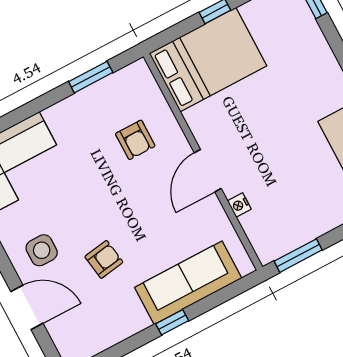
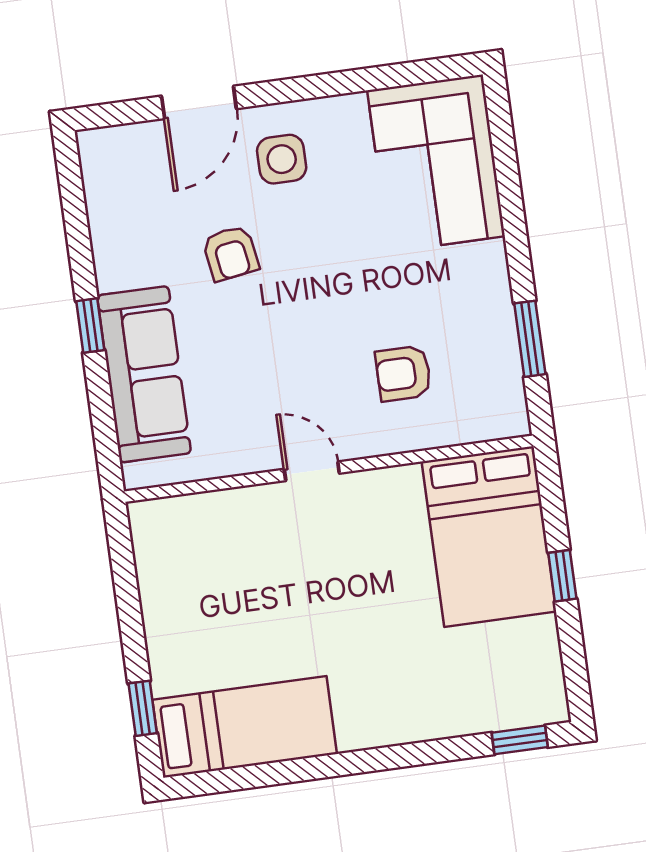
door: (208, 171) -> (312, 471), width x0.73
nightstand: (239, 205) -> (238, 501), removed
window: (298, 256) -> (123, 566), removed

